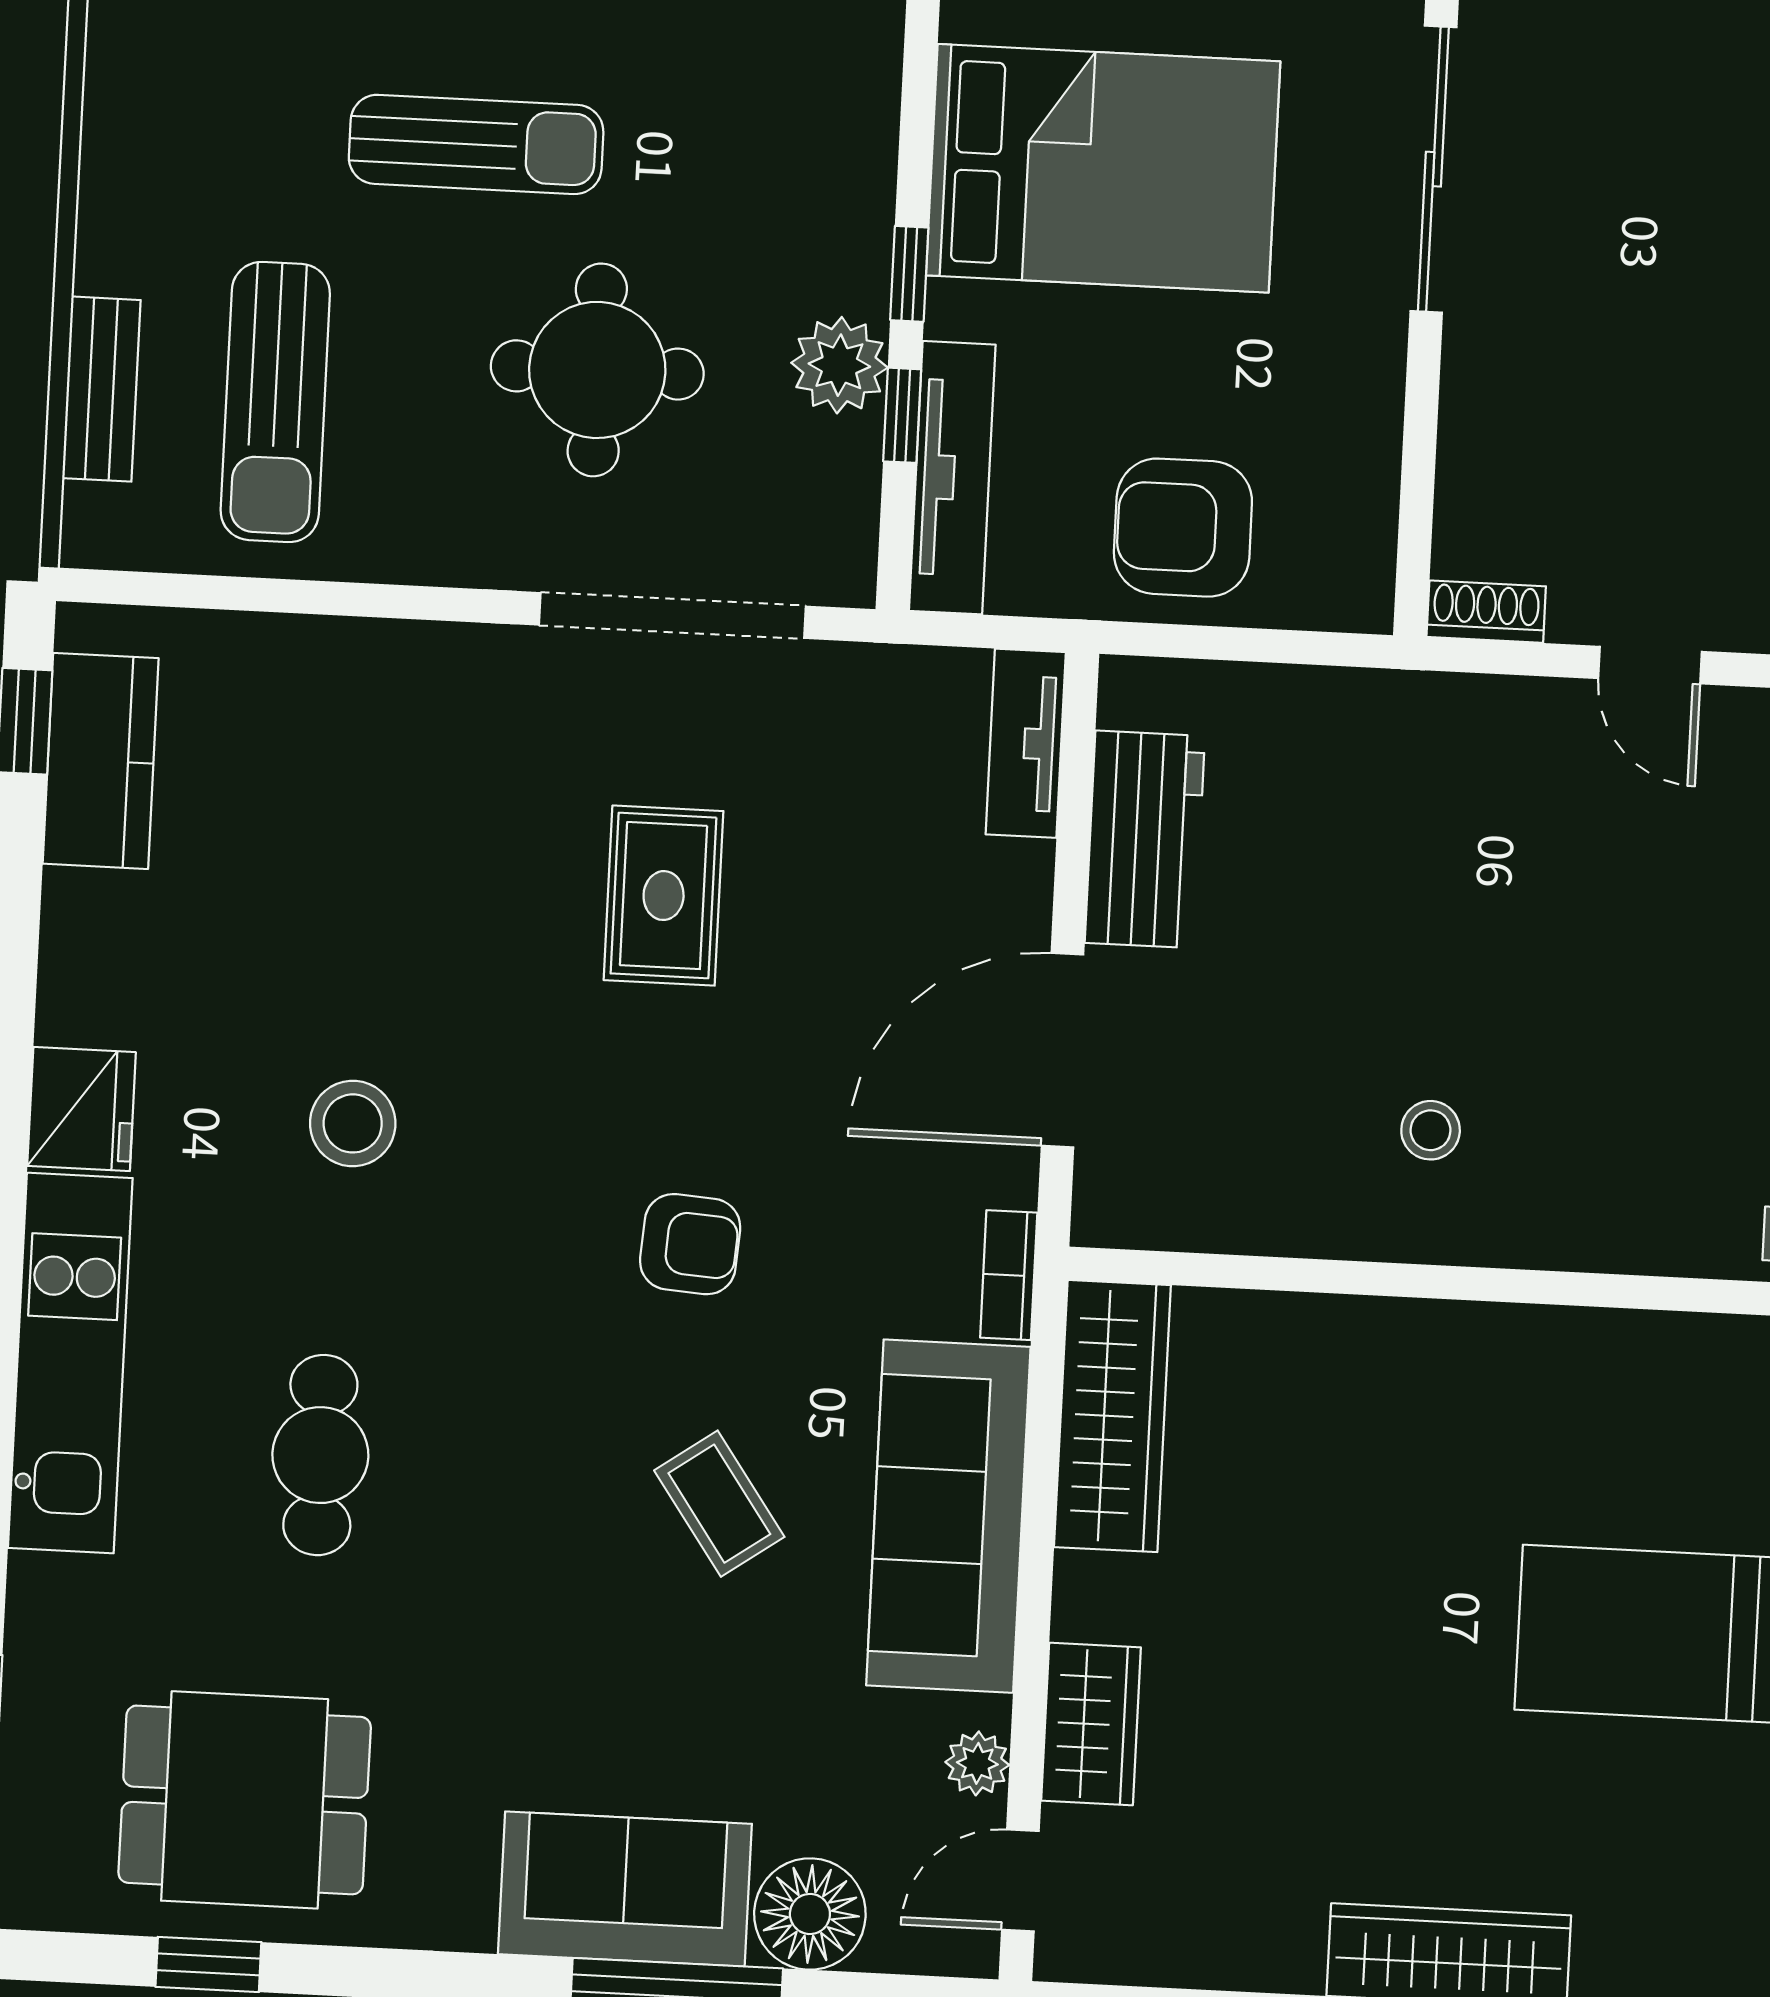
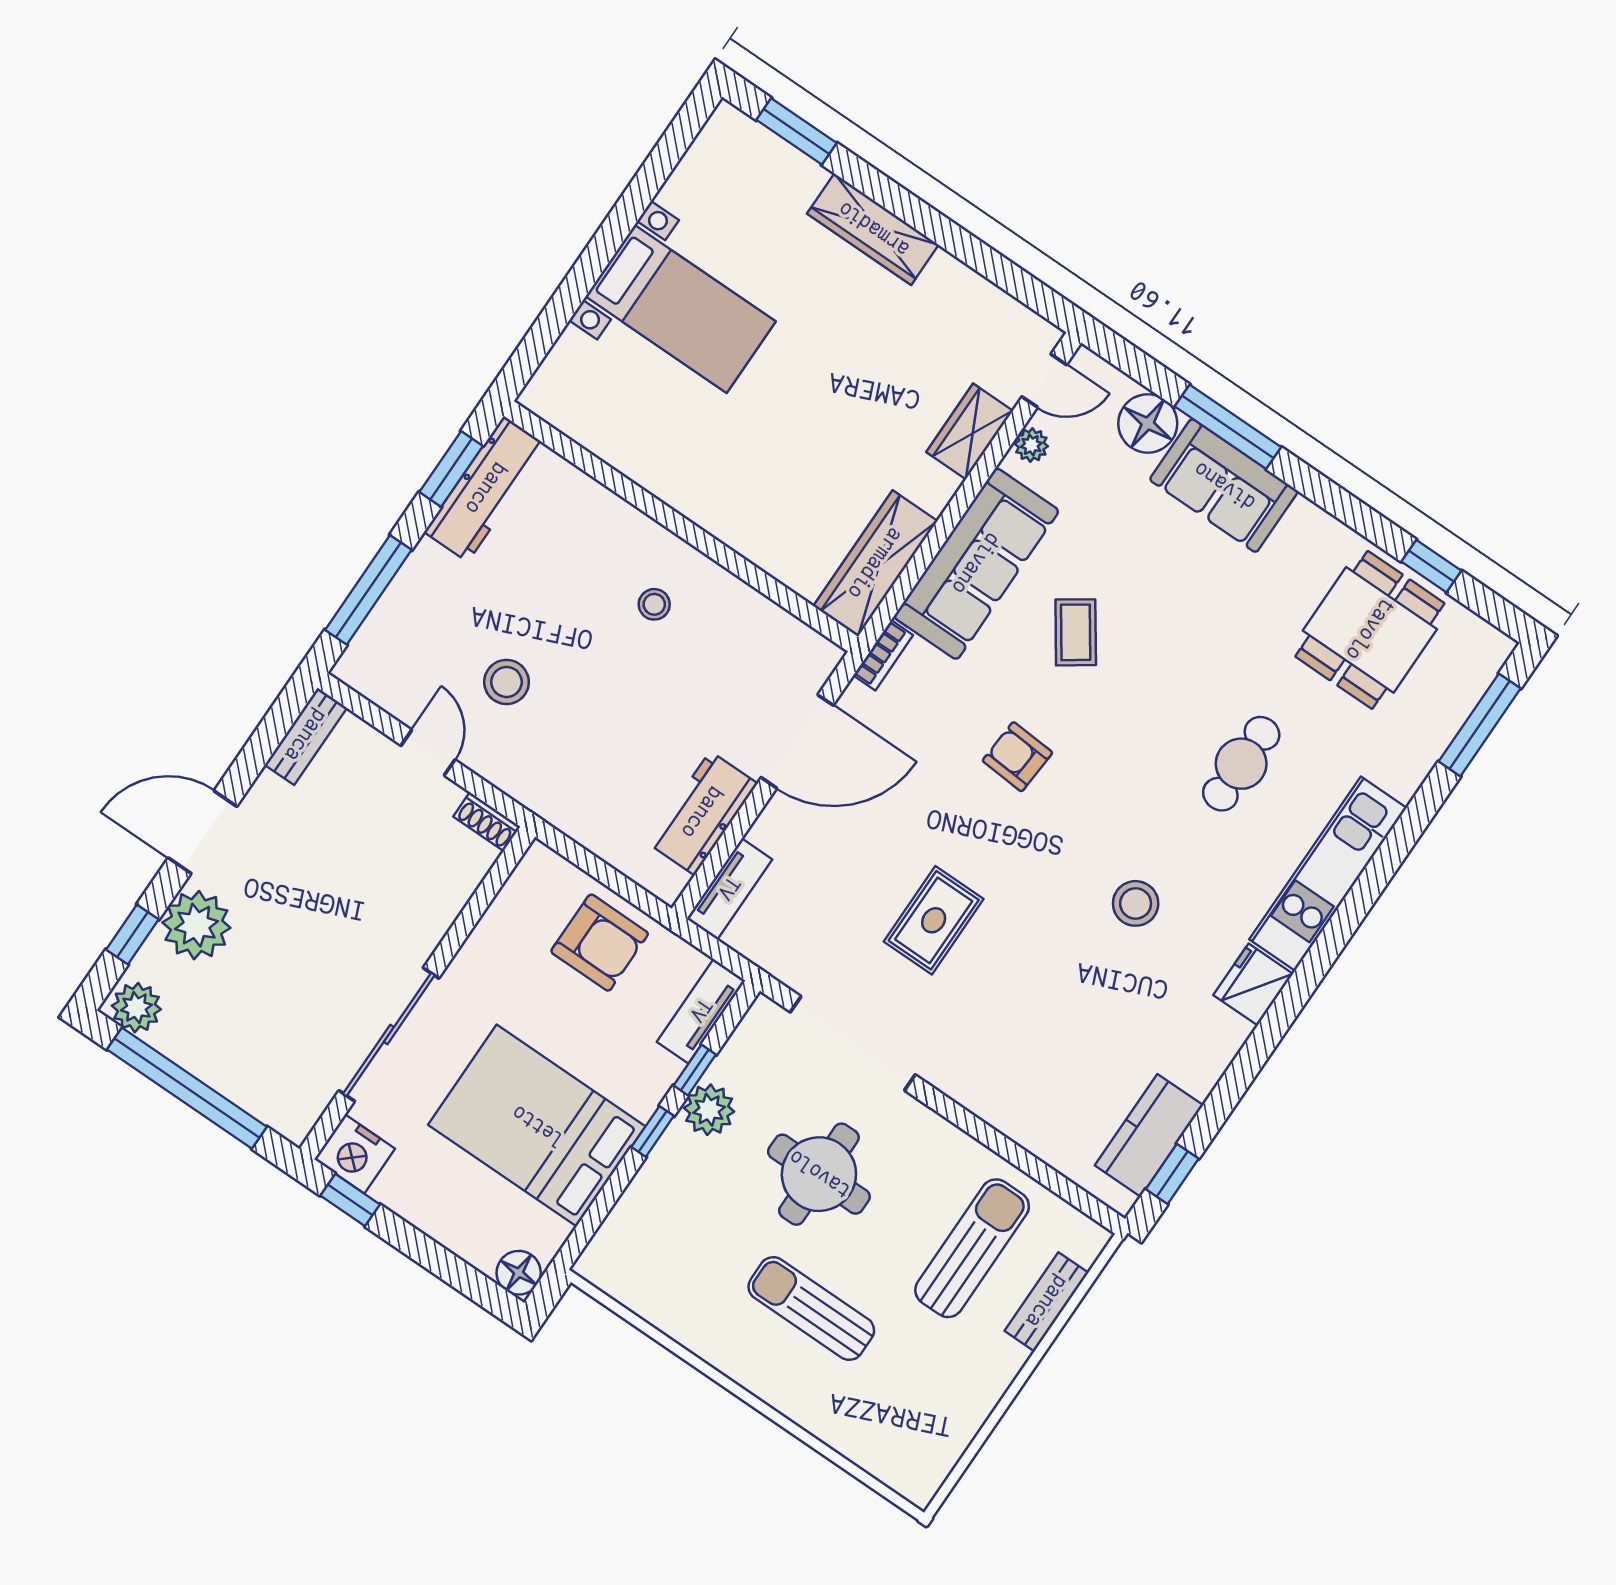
tv unit: (952, 478) -> (701, 1011), width x0.71
stool: (1593, 858) -> (507, 682), added
dining table: (245, 1800) -> (1370, 630), turned 90

